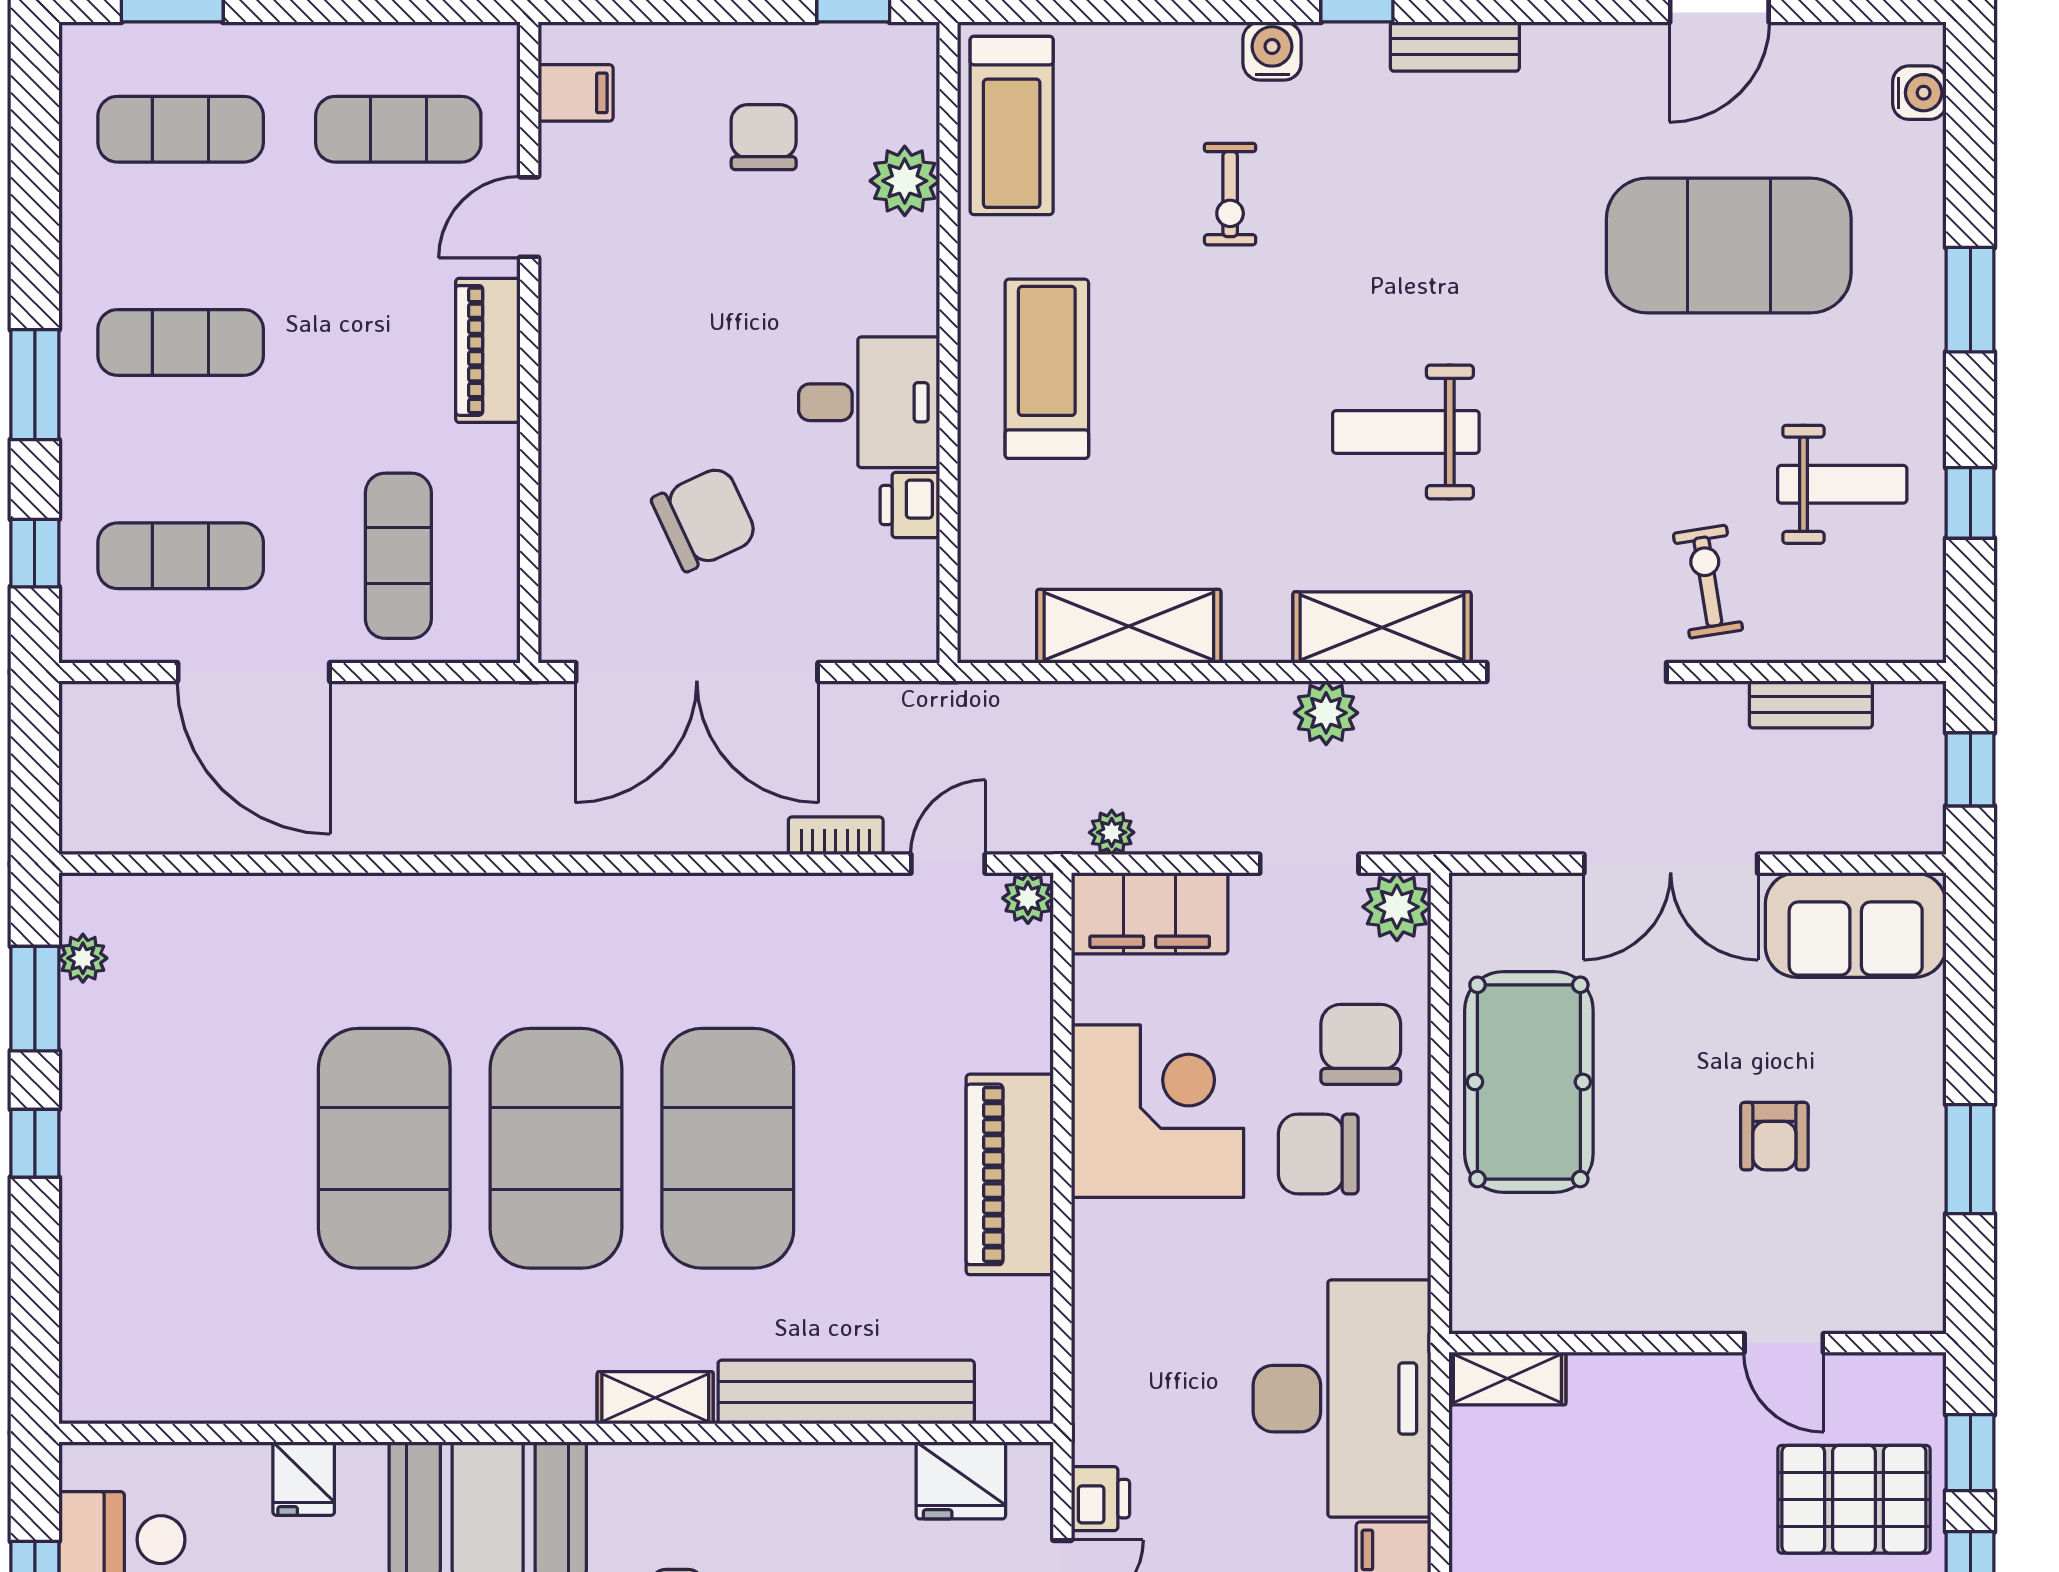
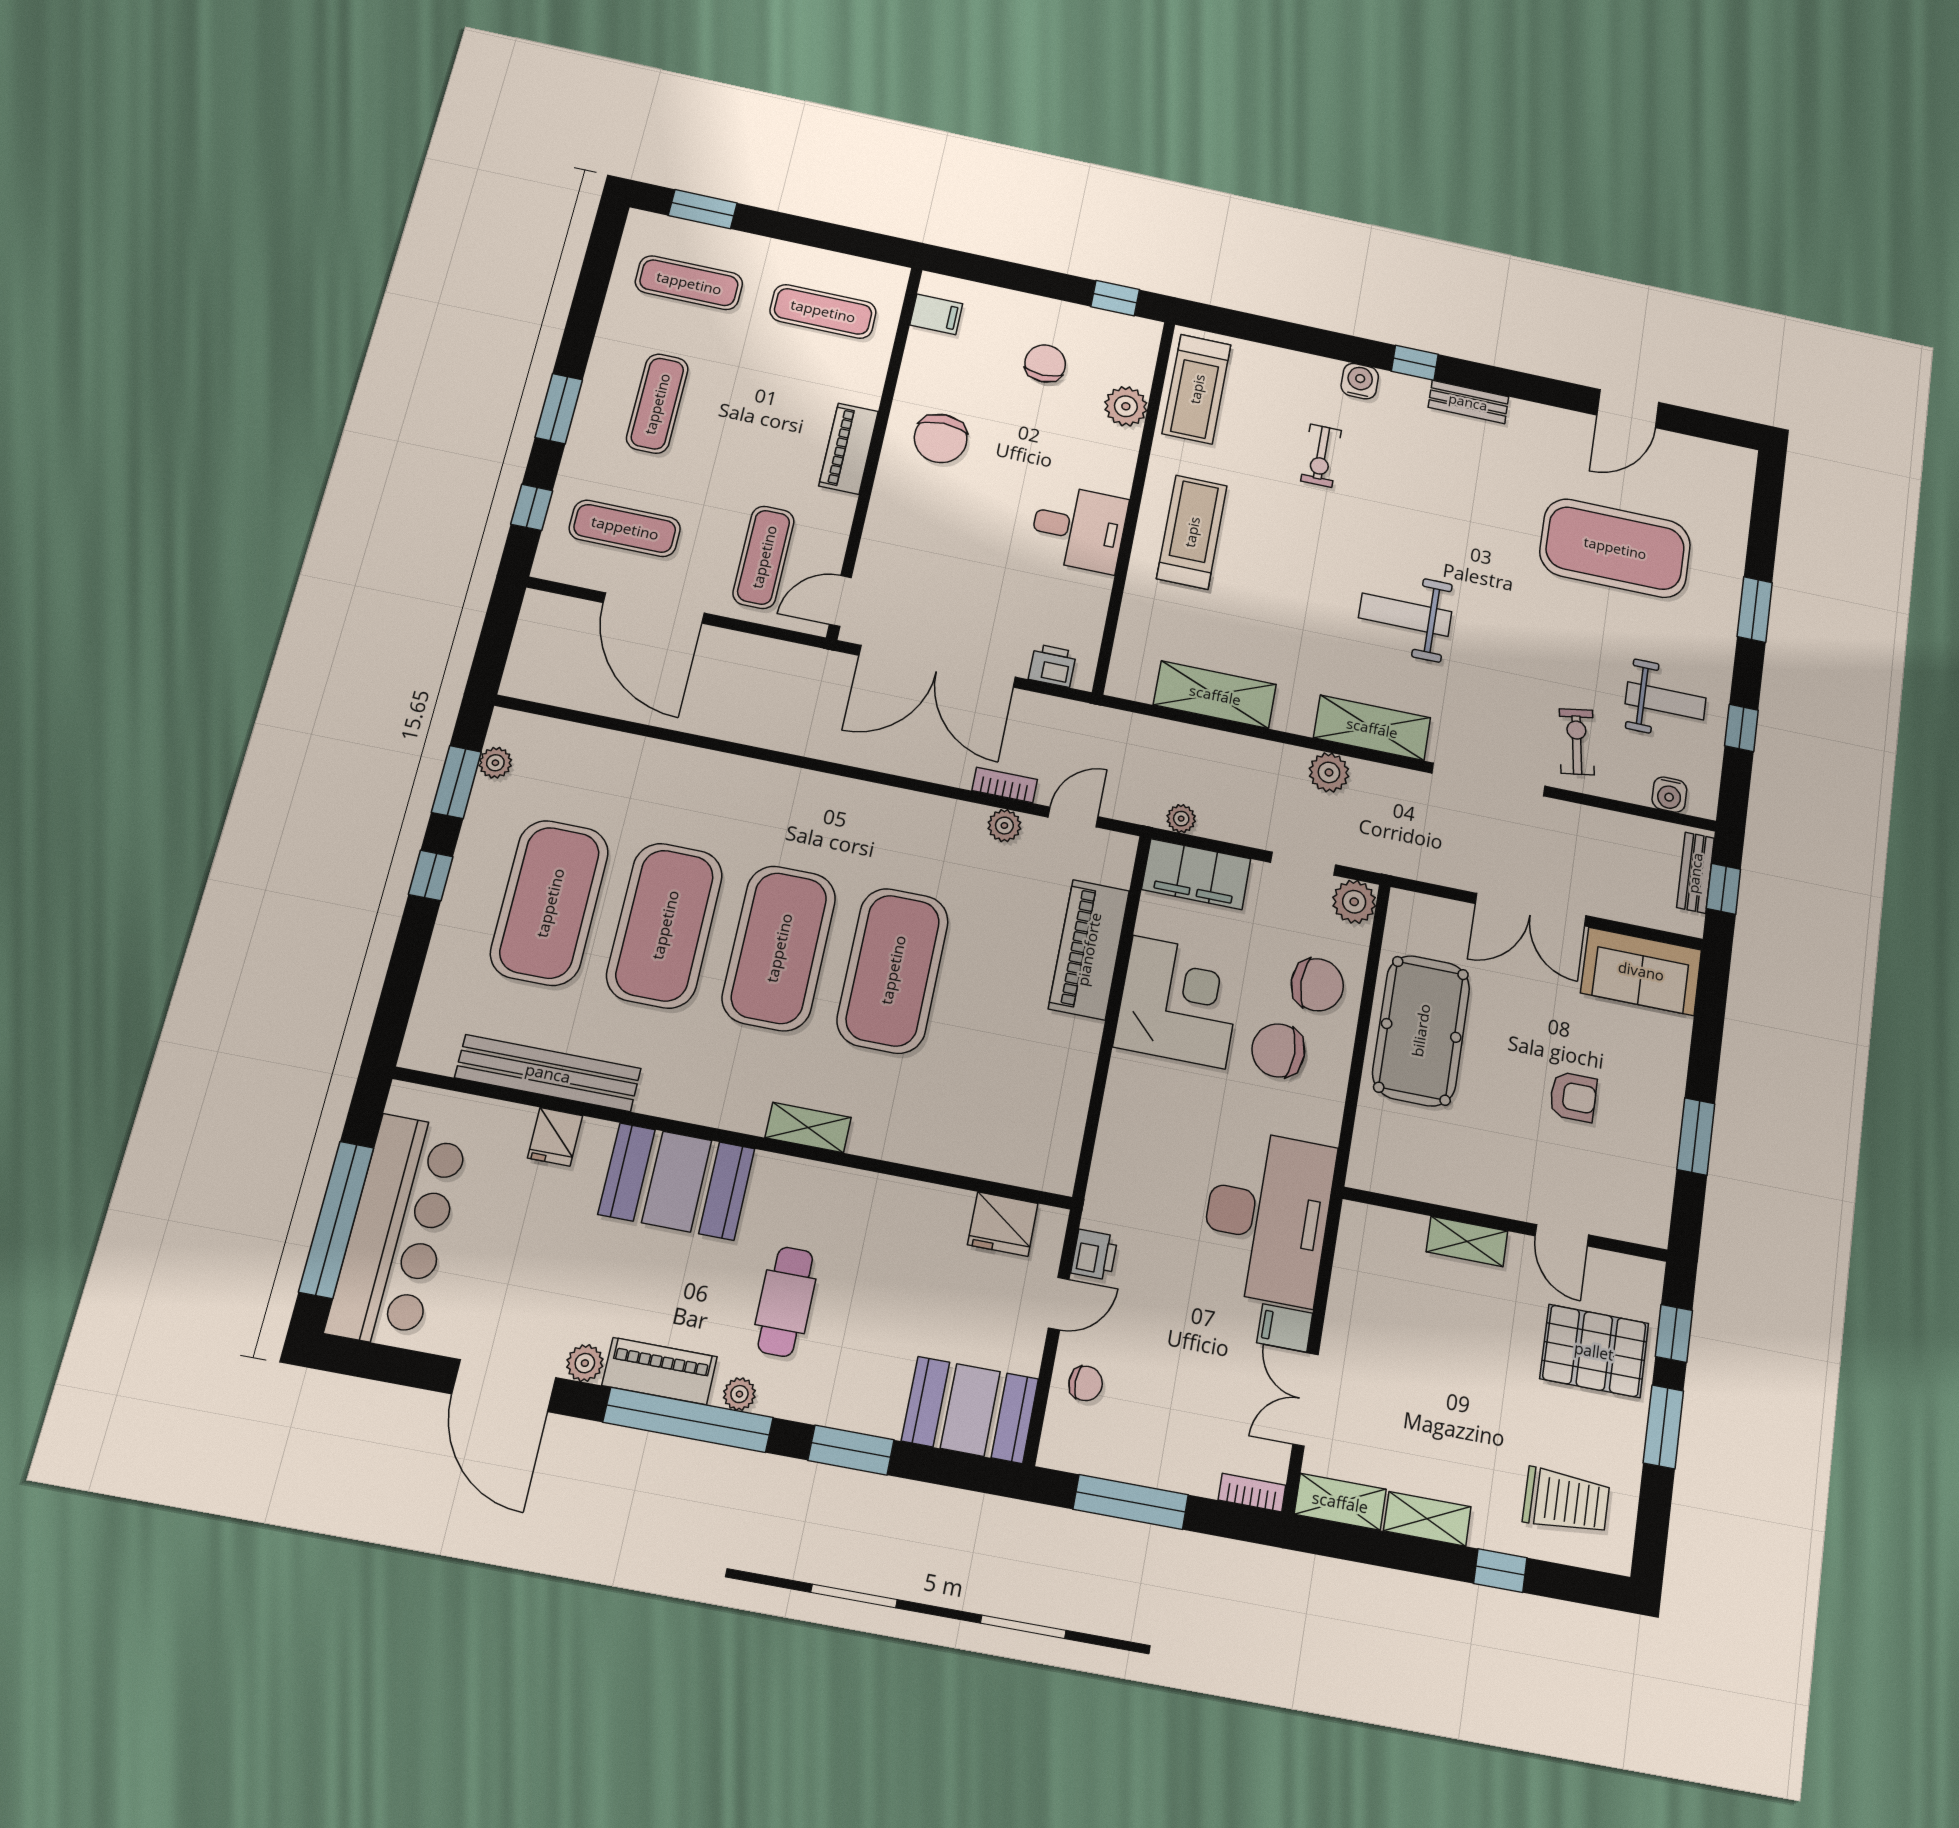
water cooler: (1919, 93) -> (1669, 795), moved, turned 90
door: (529, 217) -> (840, 601), moved
exercise mat: (181, 342) -> (657, 404), turned 90
printer: (910, 505) -> (1052, 666), moved, turned 90
chair: (705, 519) -> (941, 438), moved, turned 115
bench: (1811, 704) -> (1695, 873), moved, turned 90
plant: (1028, 898) -> (1004, 826), moved
chair: (1361, 1044) -> (1317, 985), turned 90
armchair: (1774, 1136) -> (1573, 1097), turned -90
exercise mat: (213, 1148) -> (550, 903), added
piano: (1010, 1174) -> (1089, 949), moved
shelving: (1507, 1378) -> (1467, 1241), moved
bench: (846, 1392) -> (548, 1073), moved

